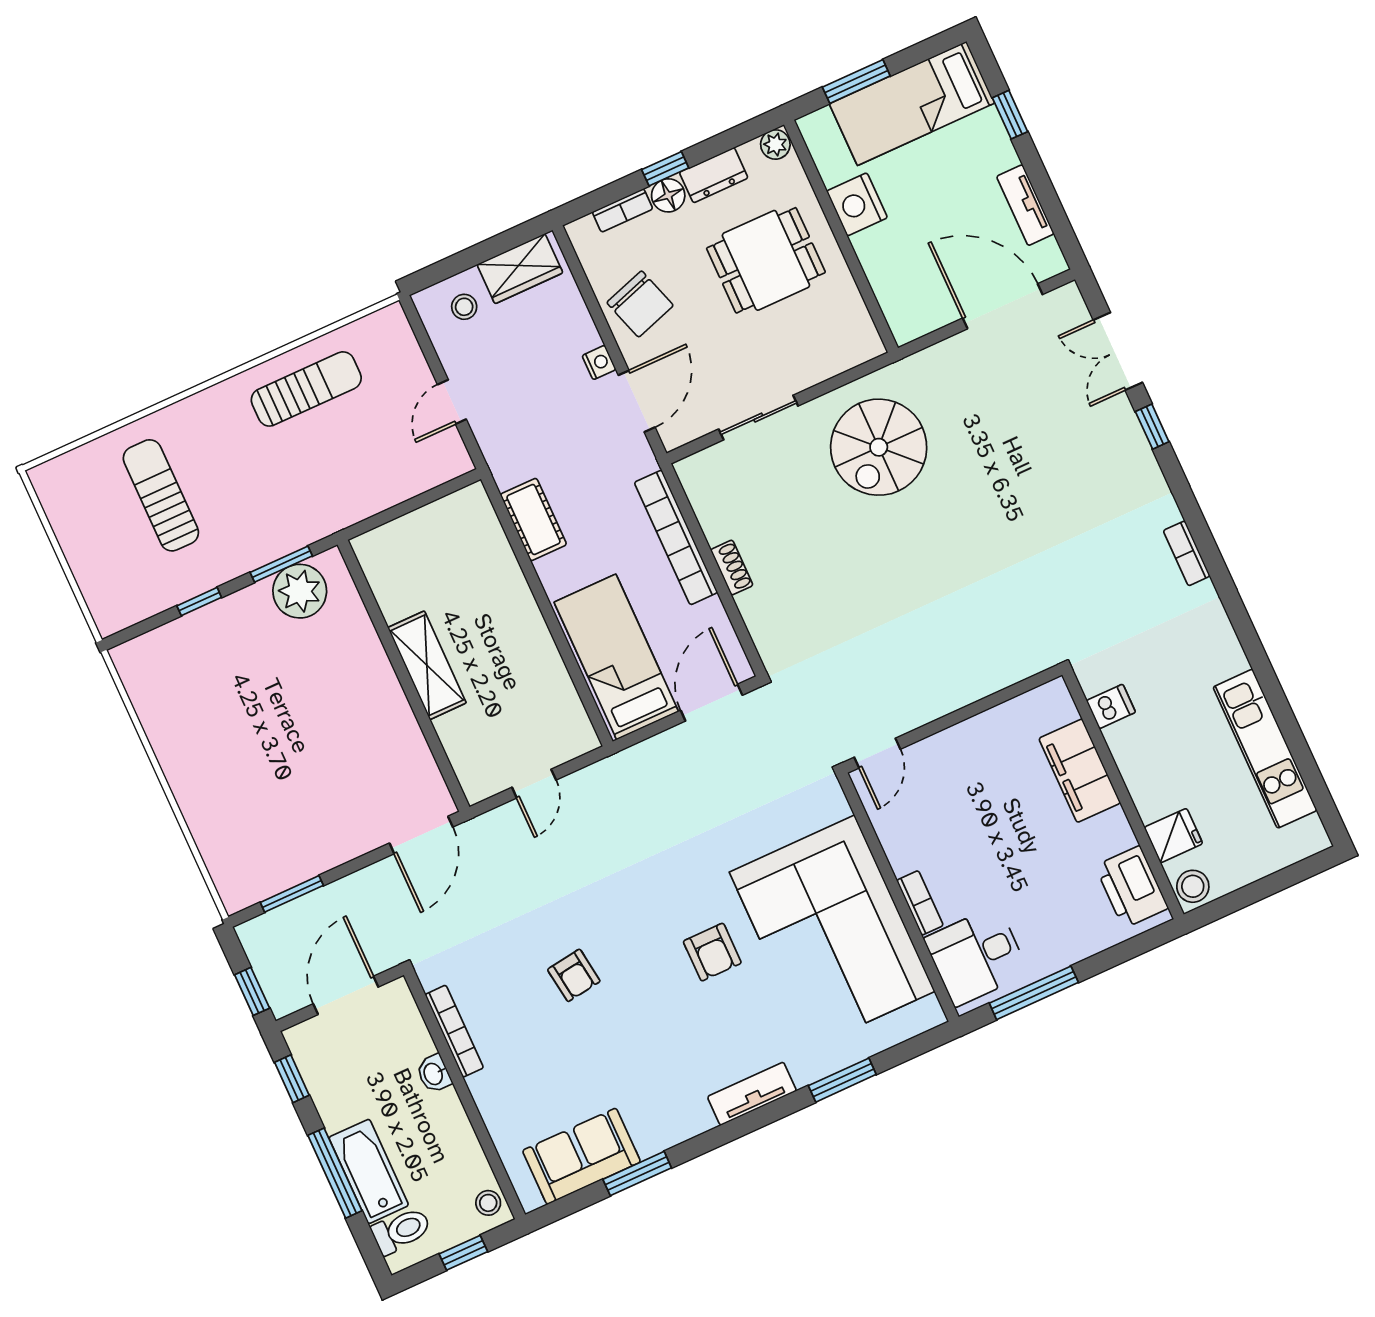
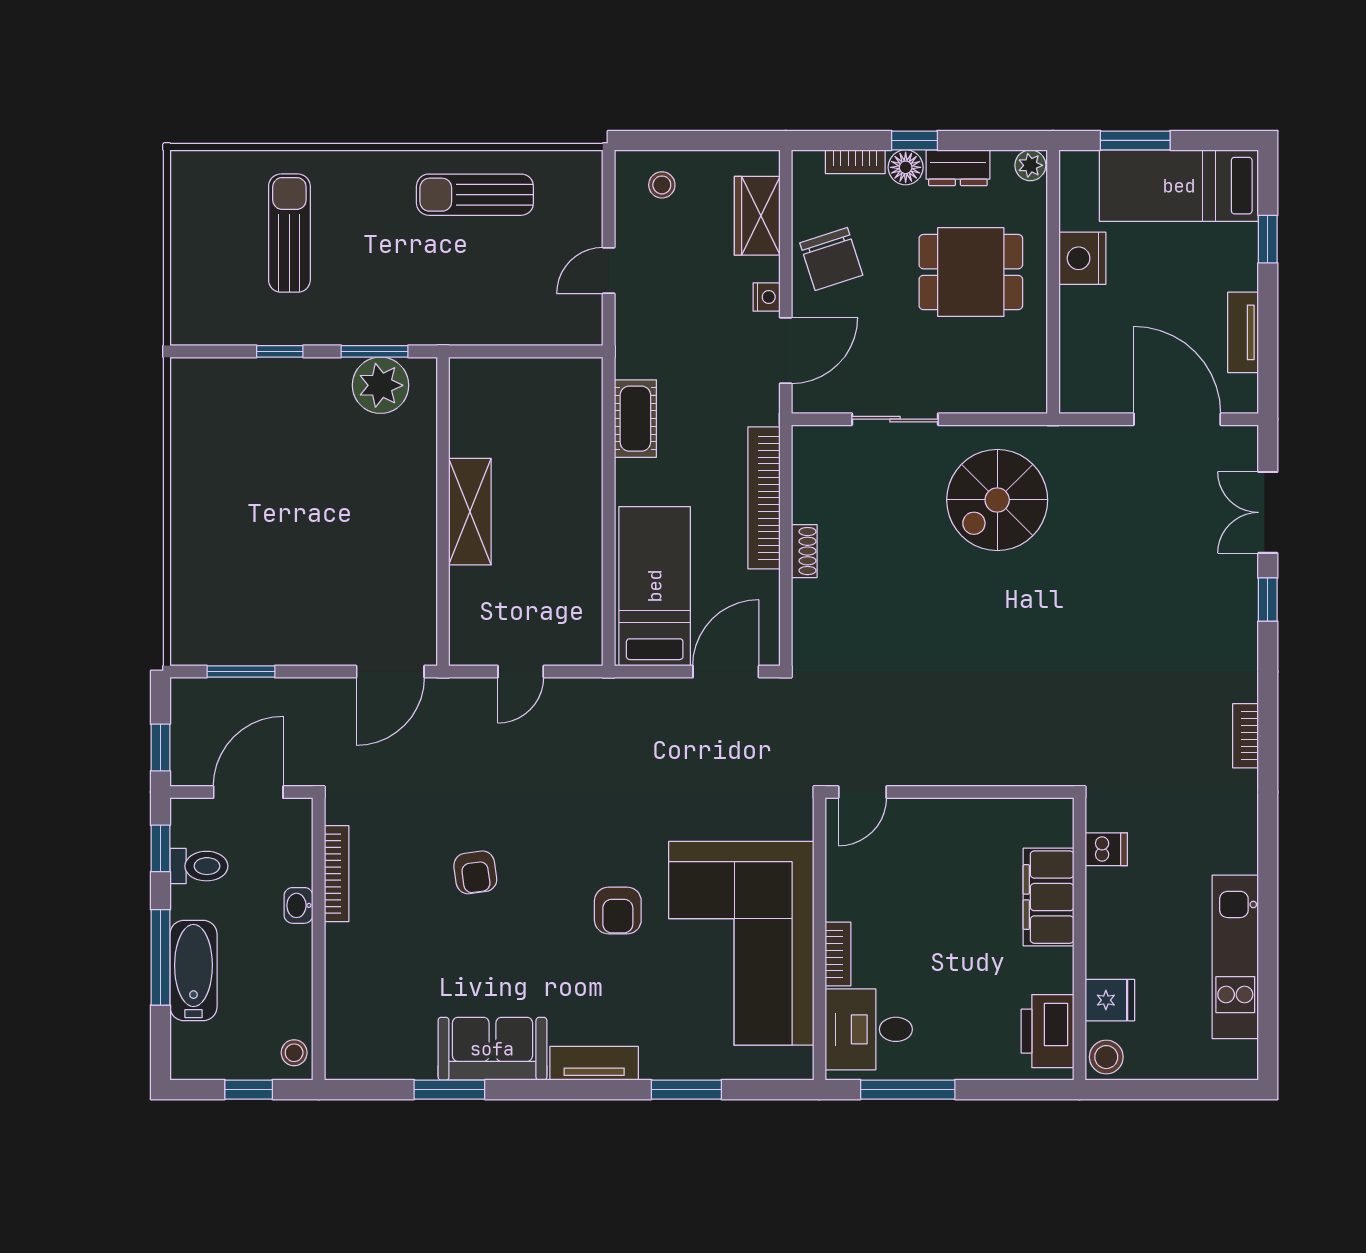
wardrobe: (520, 269) -> (757, 216), moved, turned 90
sun lounger: (306, 389) -> (475, 195), turned 180
sofa: (582, 1156) -> (492, 1049), moved
toilet: (401, 1231) -> (199, 866), moved

